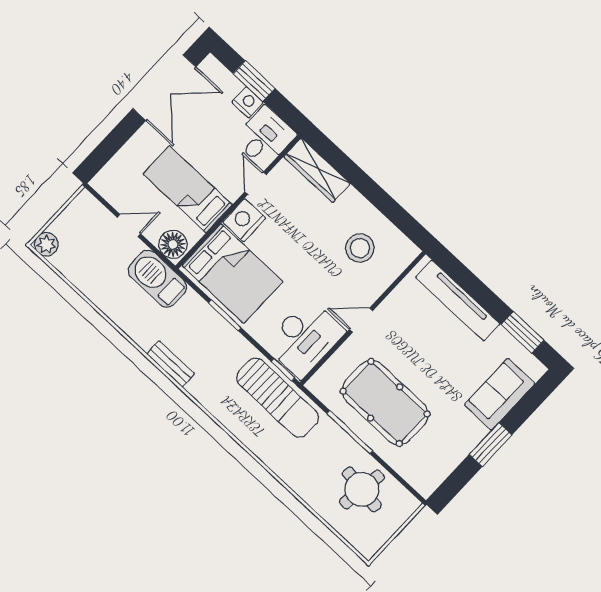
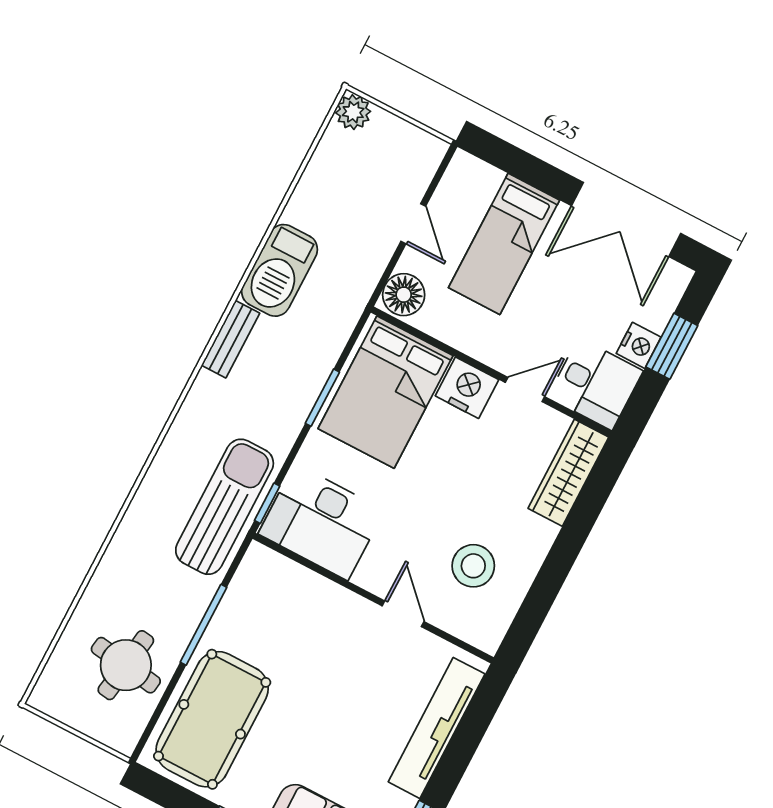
bed: (188, 189) -> (504, 244), moved, turned 180
barbecue: (157, 279) -> (280, 270), moved, turned 180
door: (361, 320) -> (403, 614), moved
sun lounger: (277, 398) -> (225, 507), turned 180
pool table: (385, 403) -> (212, 719), moved

